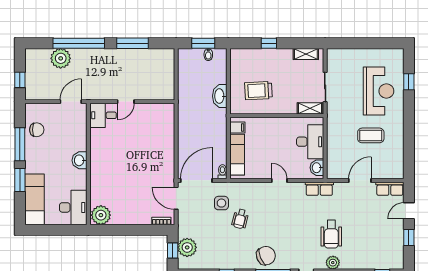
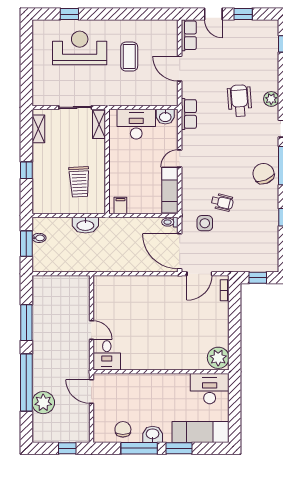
exam couch: (237, 155) -> (170, 190), moved, turned -90
washbasin: (79, 160) -> (153, 434), moved, turned 180
wheelchair: (331, 234) -> (240, 101), turned -94
plant: (187, 247) -> (254, 261), removed

